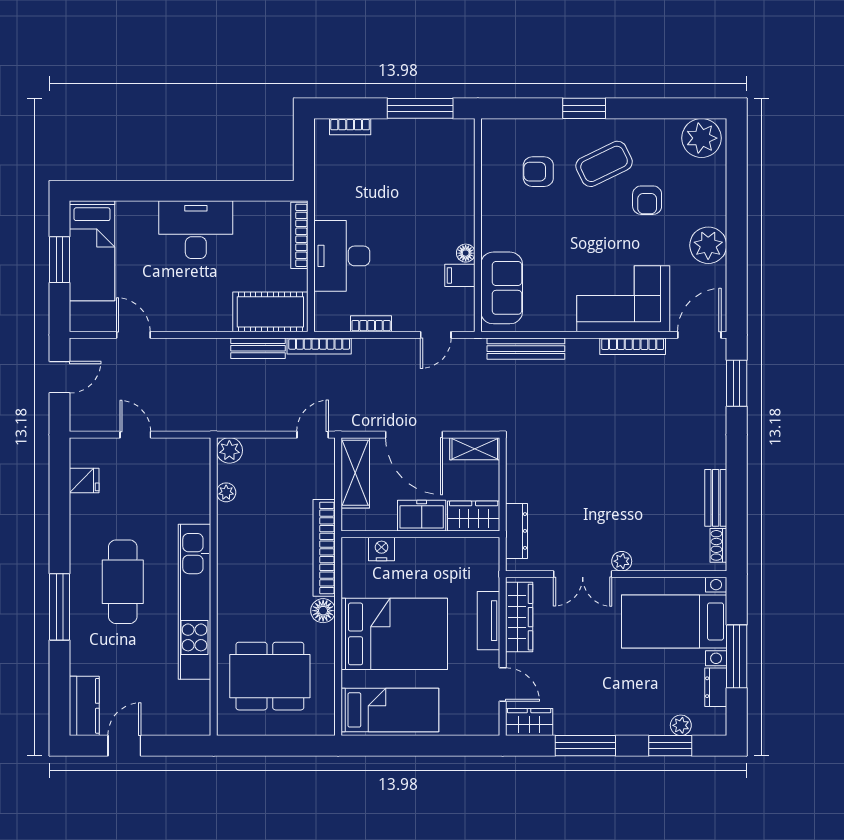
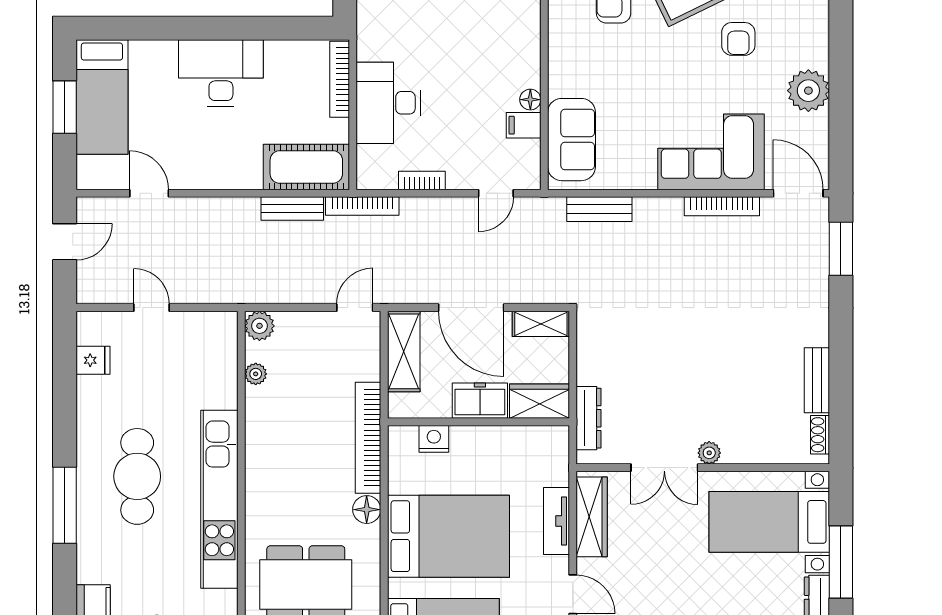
door: (699, 335) -> (798, 193), hinge flipped
bench: (526, 349) -> (599, 209), width x0.73

